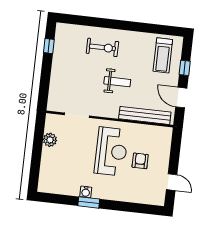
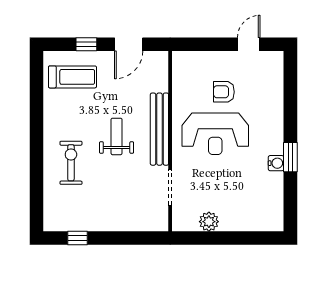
bench: (145, 115) -> (159, 129), moved
reception desk: (111, 151) -> (215, 134), turned 180

